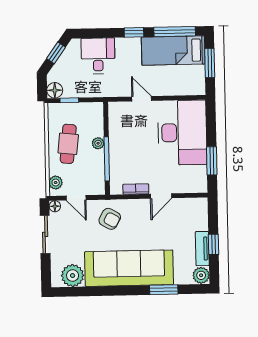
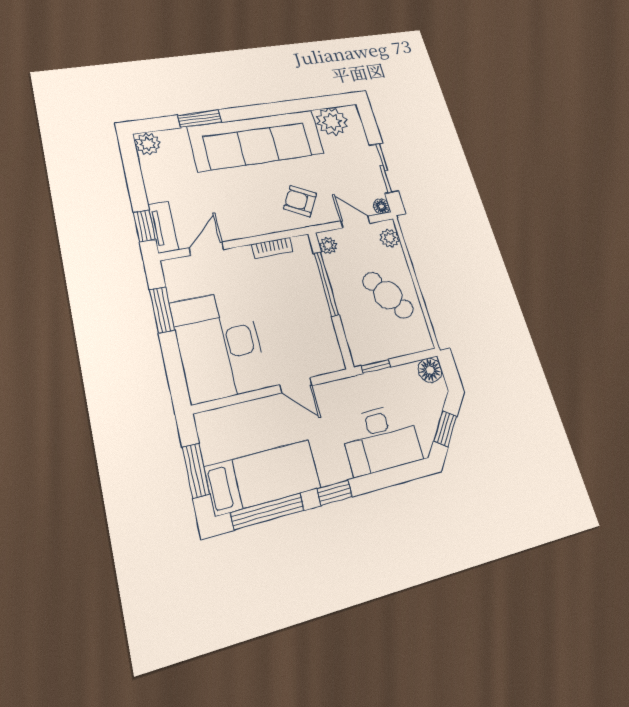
desk: (98, 56) -> (381, 439), width x1.37
window: (69, 100) -> (376, 366), moved
plant: (98, 143) -> (328, 246), moved
cafe table: (68, 144) -> (388, 295), turned -40
door: (161, 196) -> (207, 249), moved
window: (214, 244) -> (144, 226), moved
tv unit: (202, 249) -> (163, 227), moved

